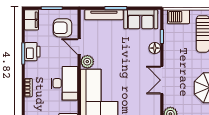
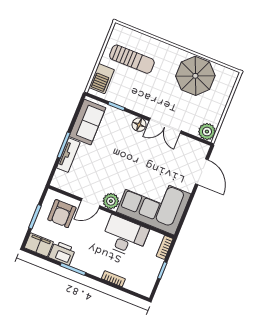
tv unit: (104, 15) -> (68, 155), width x0.71
floor lamp: (155, 48) -> (139, 125), moved
printer: (32, 52) -> (62, 253), moved

